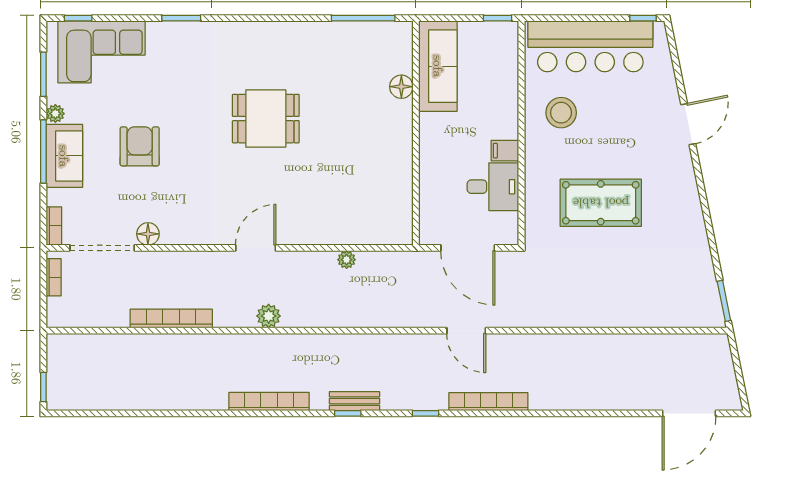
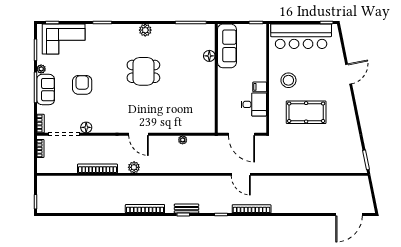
plant: (269, 34) -> (145, 30), added
stool: (561, 113) -> (288, 80), moved
door: (256, 248) -> (139, 134), swing flipped
plant: (269, 316) -> (134, 167), moved

